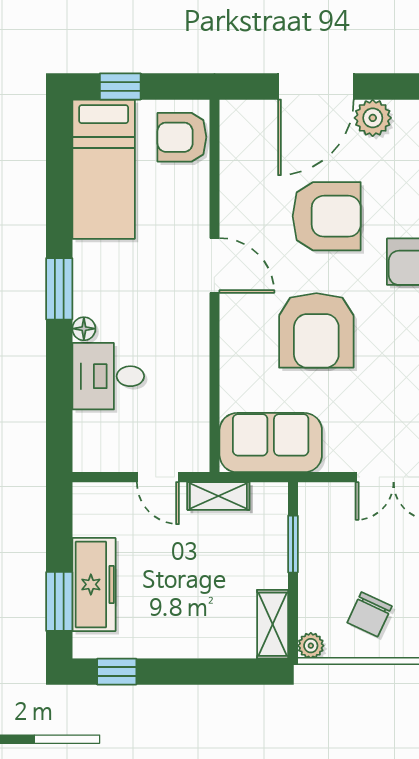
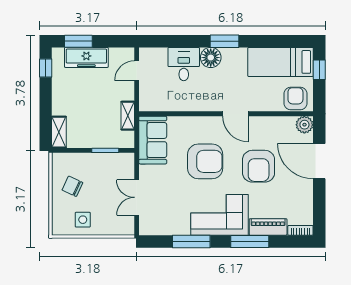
plant: (373, 118) -> (304, 125), moved
door: (214, 266) -> (235, 114), hinge flipped
floor lamp: (84, 329) -> (211, 58), width x1.89, depth x1.89
armchair: (316, 330) -> (205, 161), turned 180
door: (158, 477) -> (137, 71), moved
shelving: (273, 624) -> (59, 132), moved, turned 90
plant: (311, 646) -> (58, 159), removed

